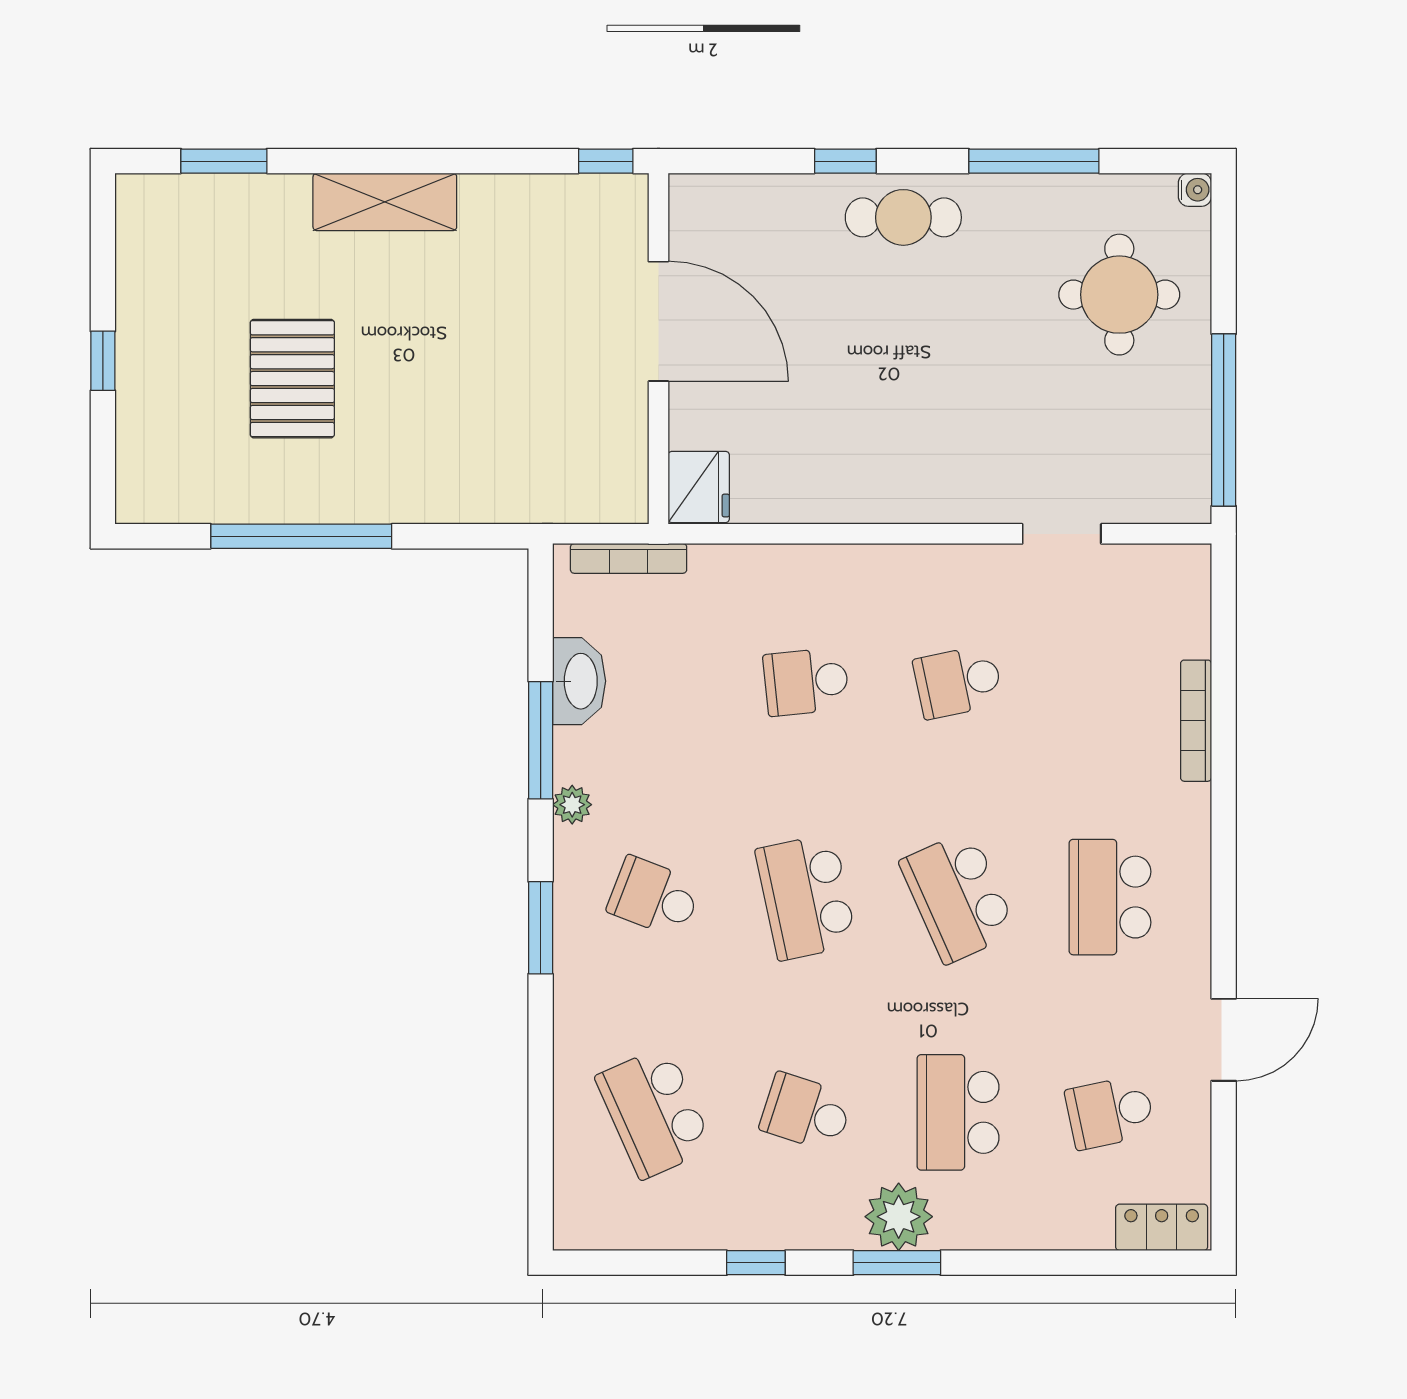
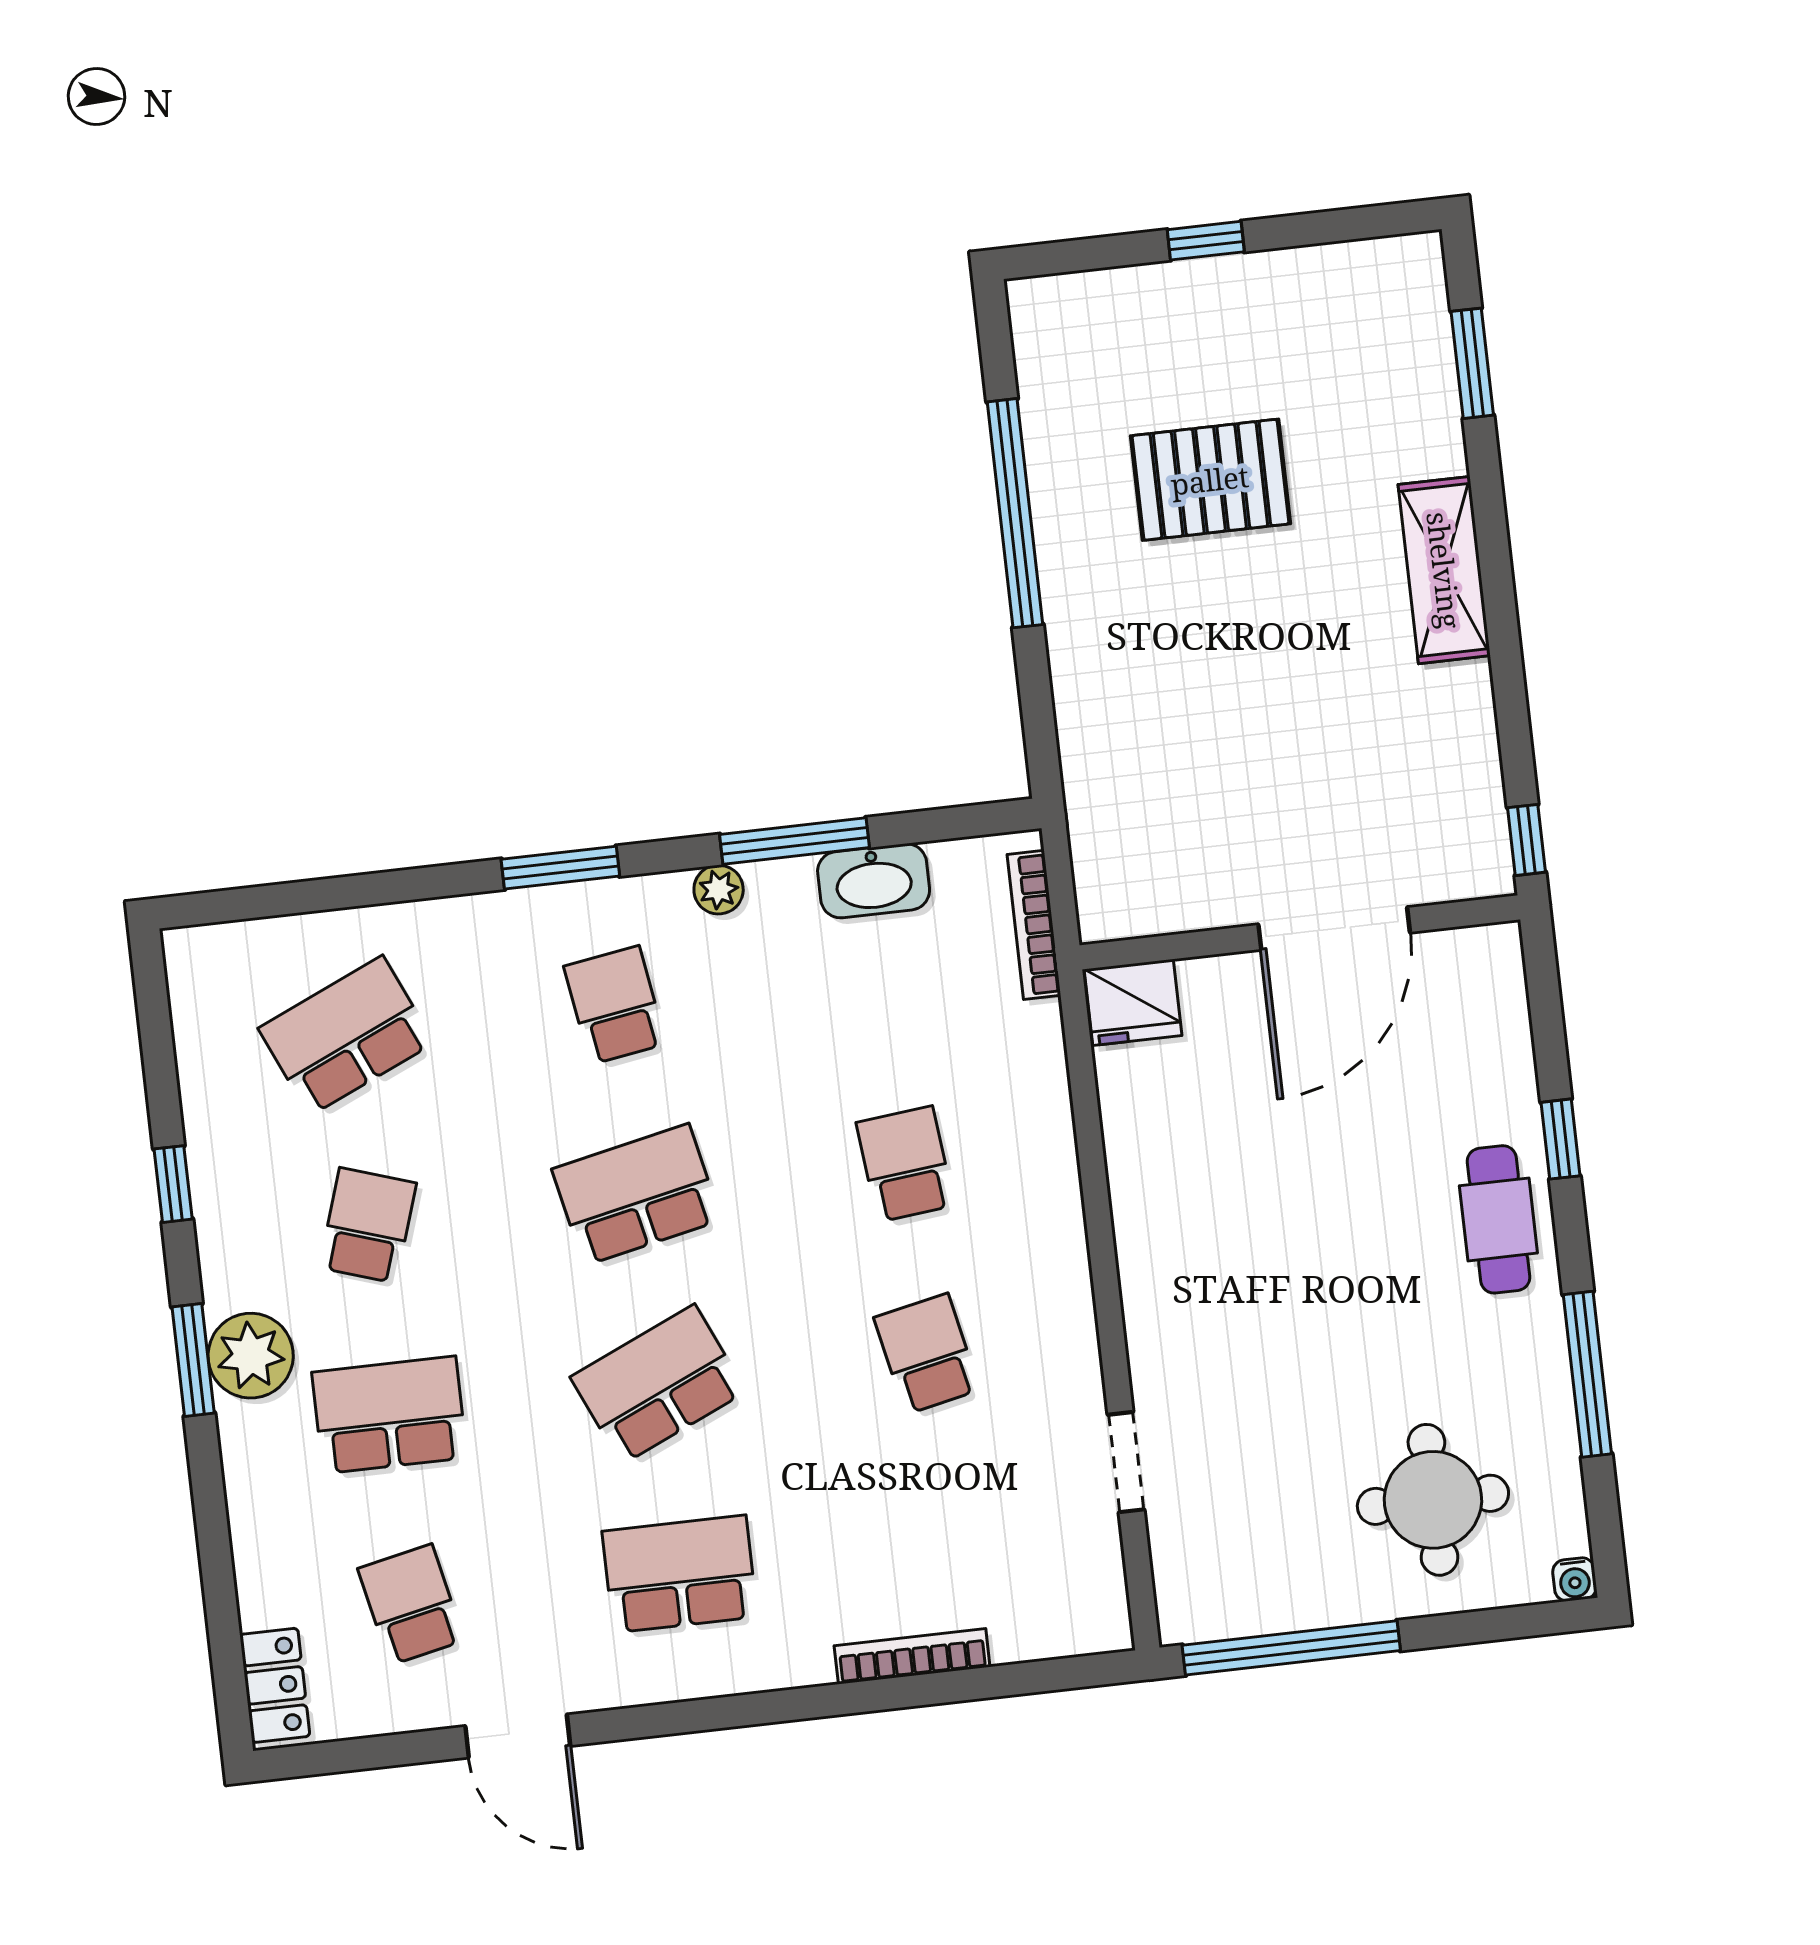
school desk: (654, 897) -> (615, 1005), turned -30

